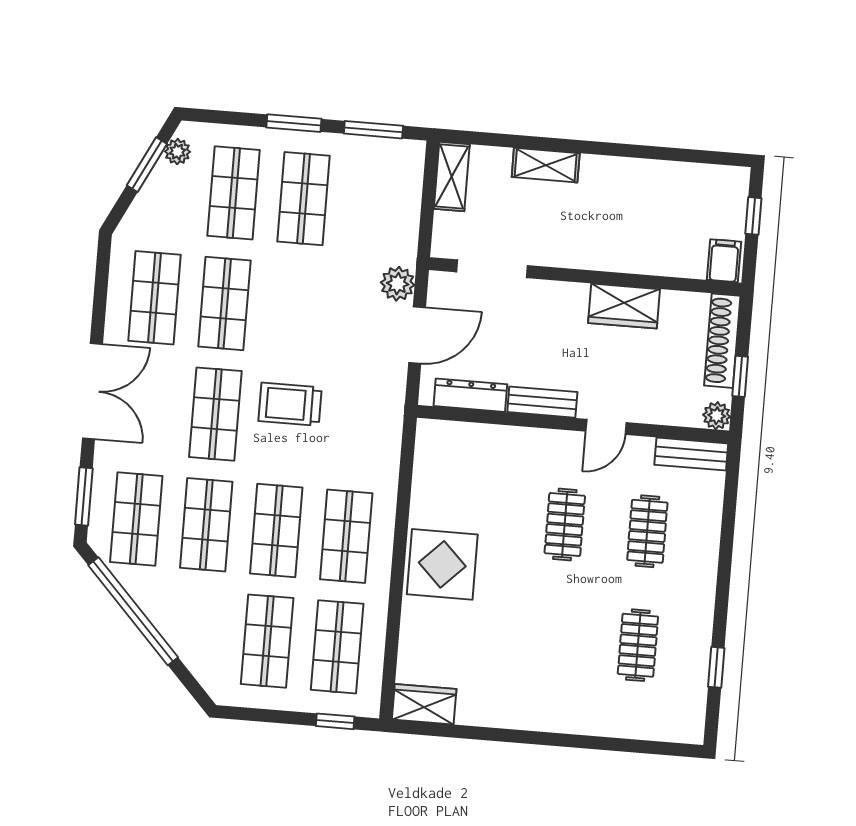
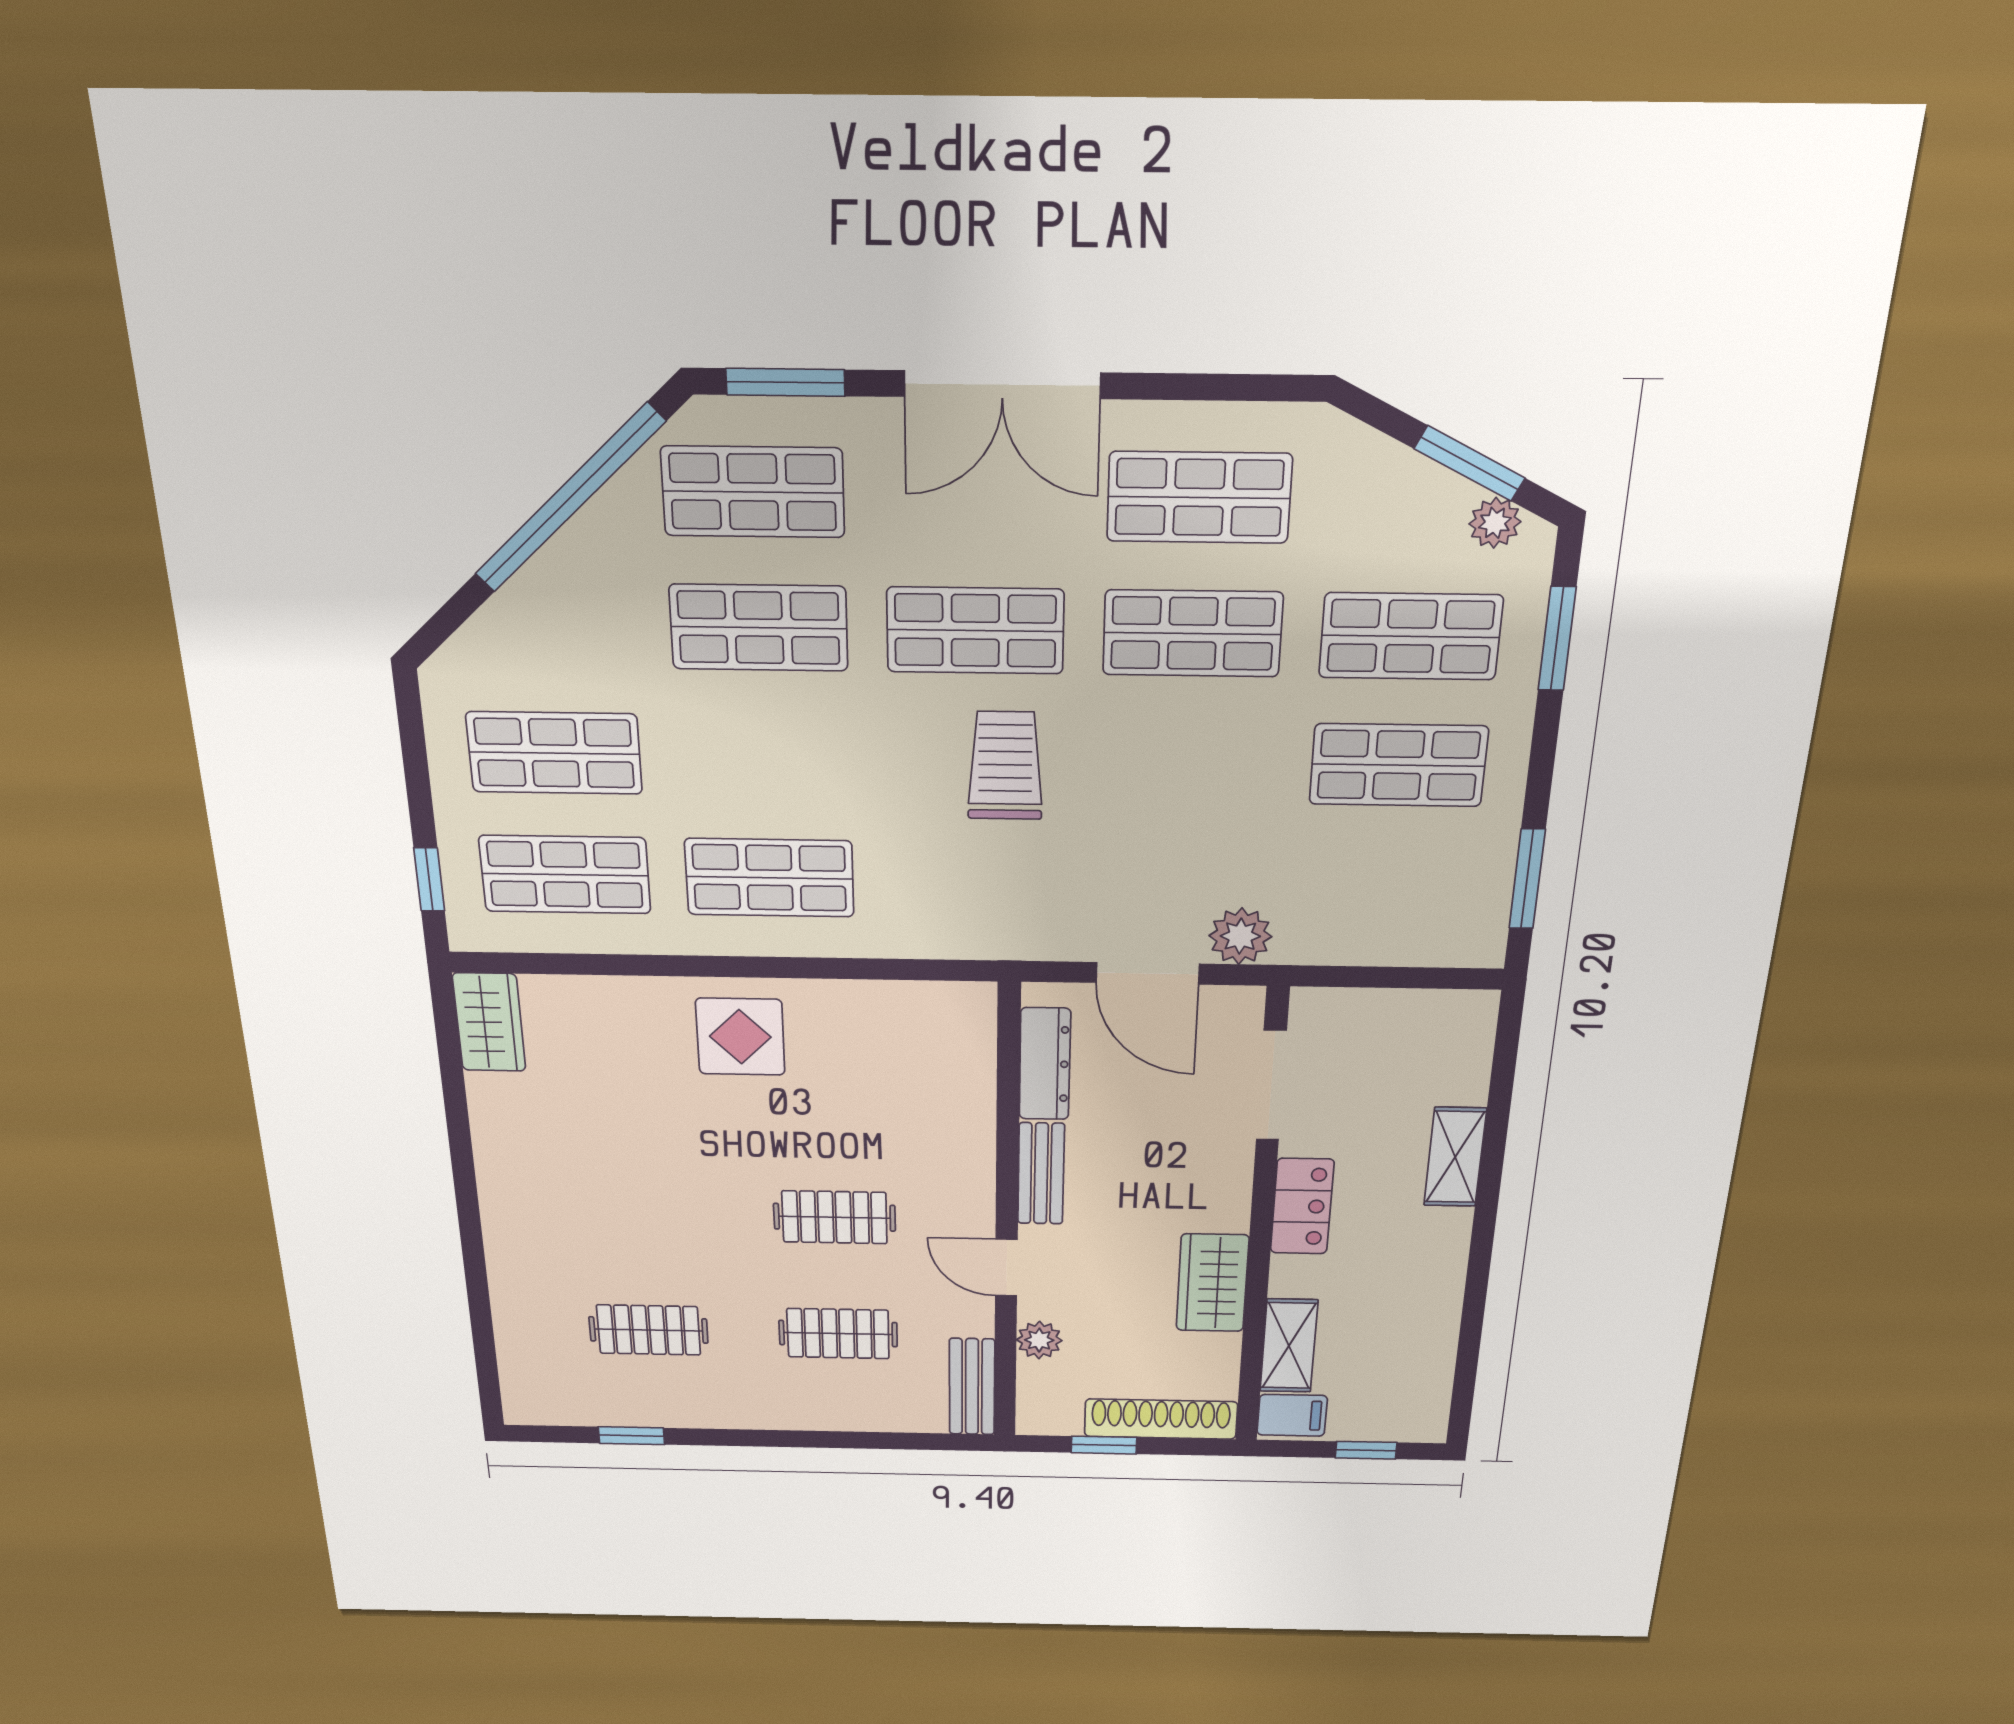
window: (294, 123) -> (1557, 639), moved
shelving: (452, 176) -> (1289, 1346), moved, turned 90
locker: (574, 253) -> (1302, 1206), added
plant: (717, 416) -> (1039, 1340), moved
shop shelf: (276, 530) -> (764, 756), removed
display table: (442, 564) -> (740, 1037), width x0.73, depth x0.73

